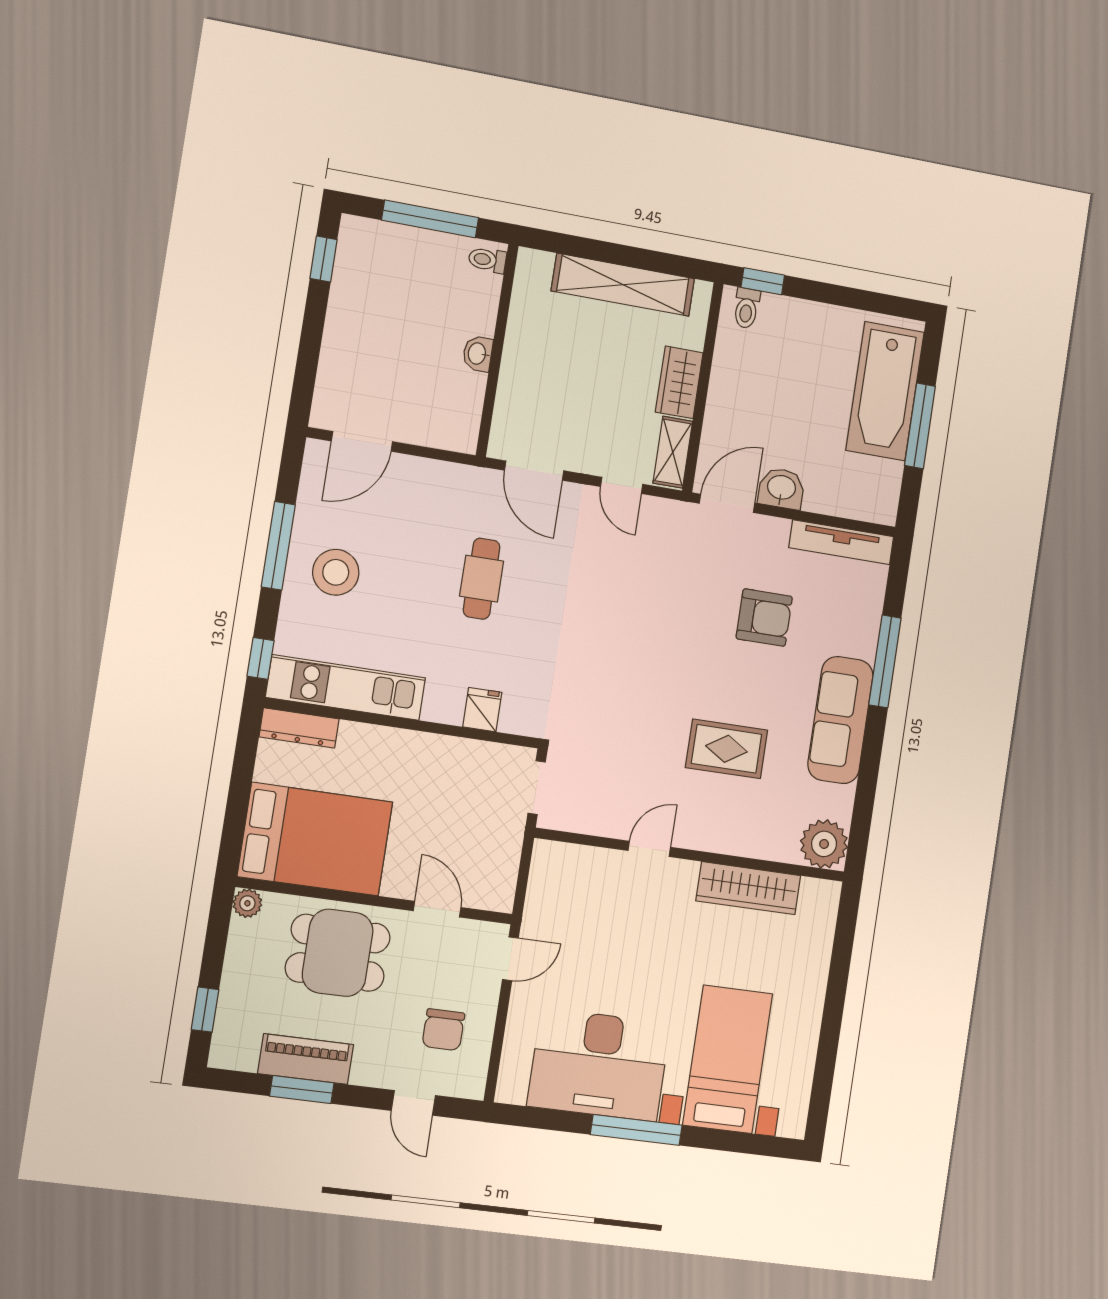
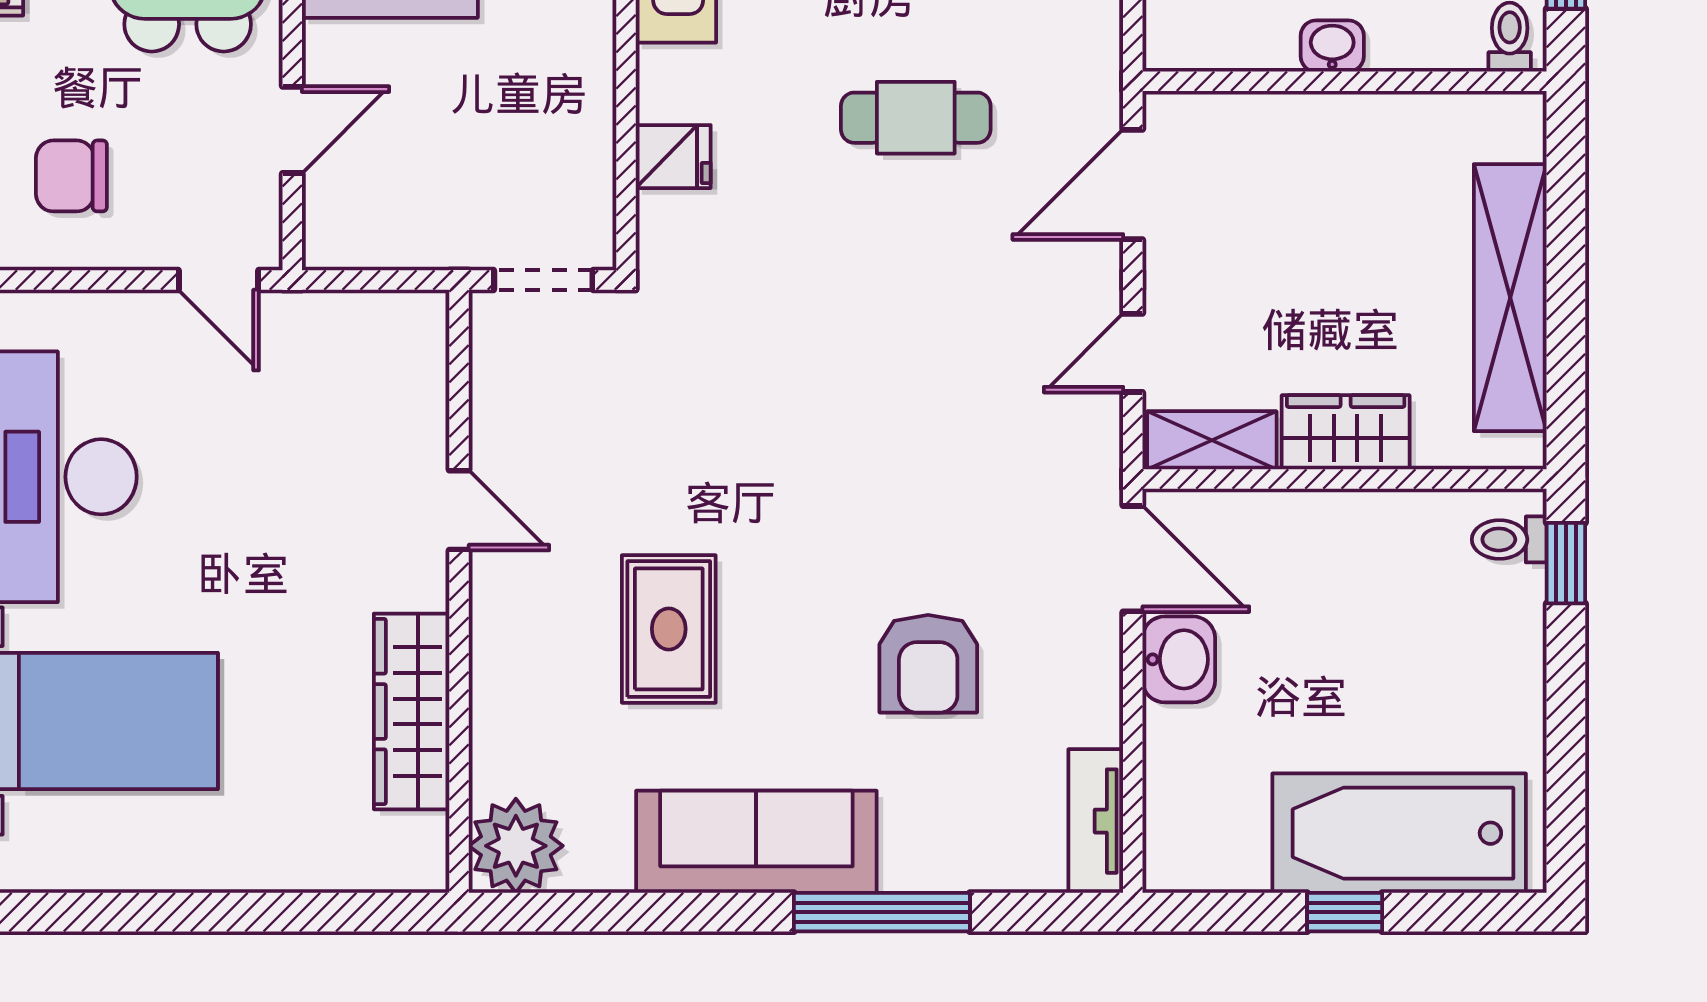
window: (920, 426) -> (1345, 912), width x0.46
tv unit: (841, 542) -> (1096, 821), width x0.71

